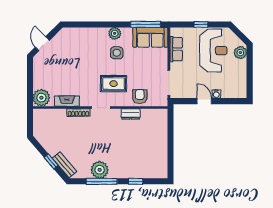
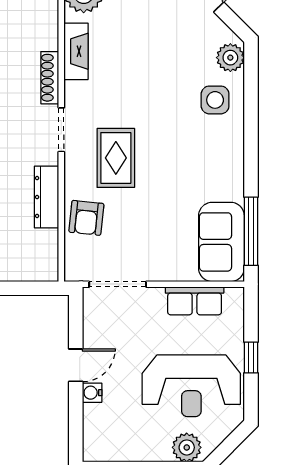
plant: (115, 33) -> (230, 58), moved
side table: (117, 53) -> (215, 100), moved
armchair: (140, 97) -> (86, 218), turned 96
dresser: (131, 114) -> (46, 197), width x1.44

